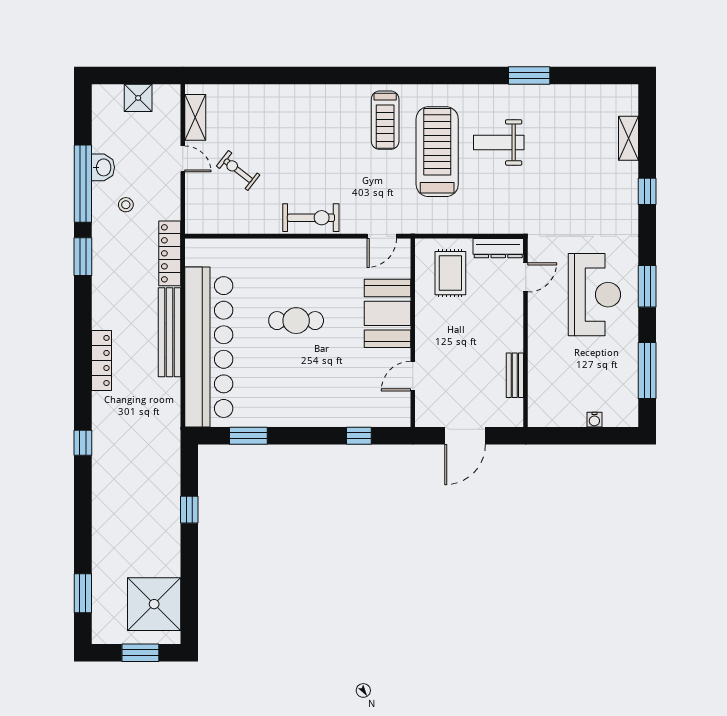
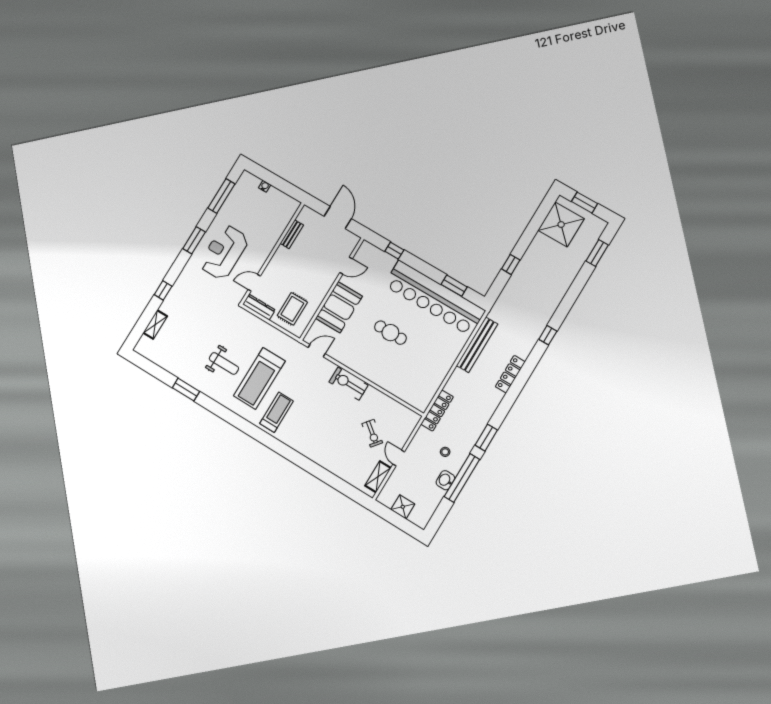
bench: (169, 332) -> (477, 345), moved
bar counter: (209, 347) -> (434, 298), moved, turned -90
door: (465, 436) -> (338, 217), hinge flipped

